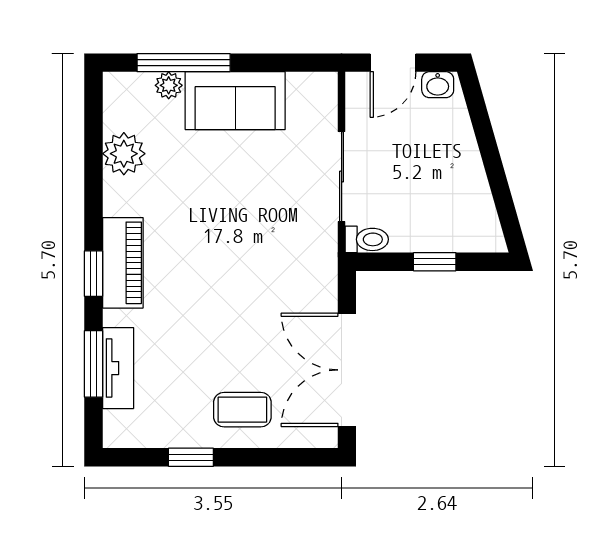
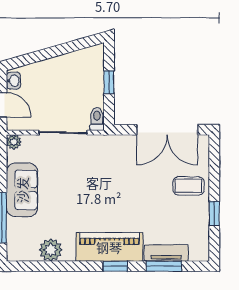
plant: (169, 85) -> (14, 142), moved
piano: (123, 263) -> (109, 247), width x1.37, depth x1.33
coffee table: (242, 410) -> (189, 186), turned 90

